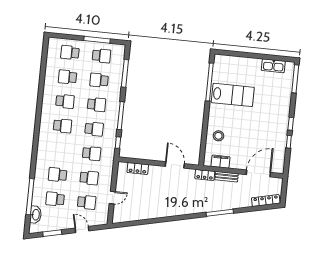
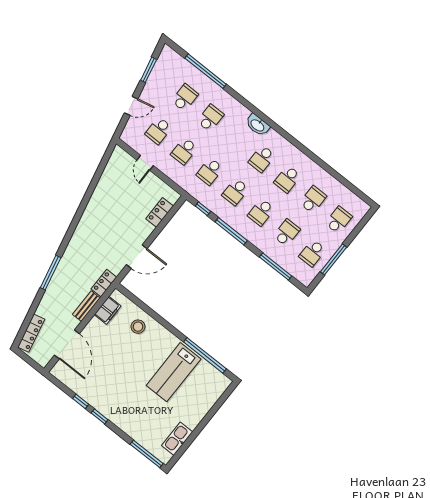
washbasin: (36, 215) -> (258, 125), moved

